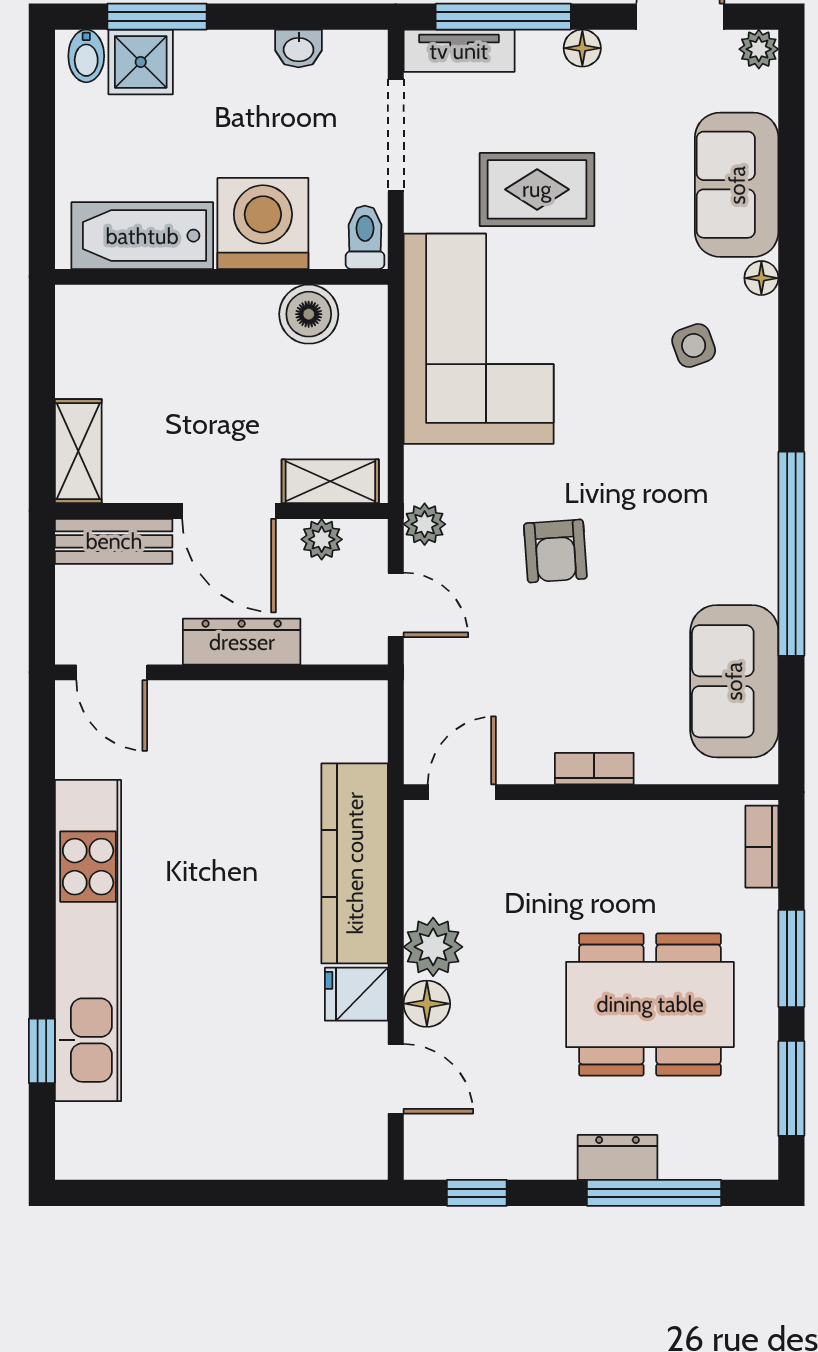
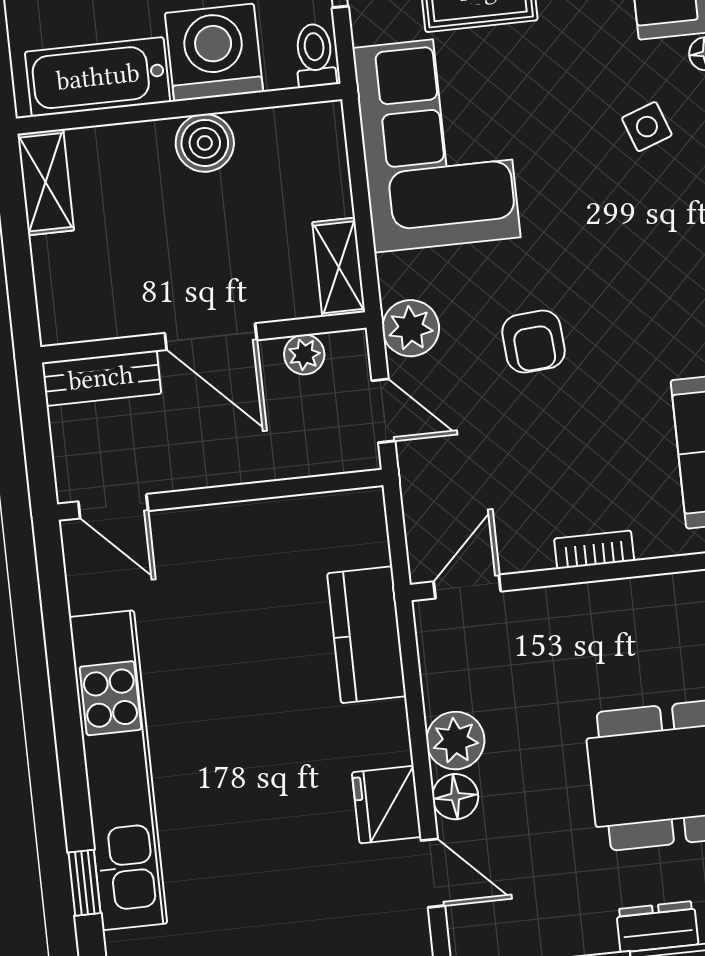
boiler: (309, 314) -> (205, 143), moved
shelving: (78, 451) -> (46, 182), moved
shelving: (330, 481) -> (339, 267), moved, turned 90
plant: (425, 524) -> (411, 328), width x1.38, depth x1.38
dresser: (242, 642) -> (237, 463), removed
kitchen counter: (355, 863) -> (367, 635), width x0.67
fridge: (356, 994) -> (387, 805), width x1.38

